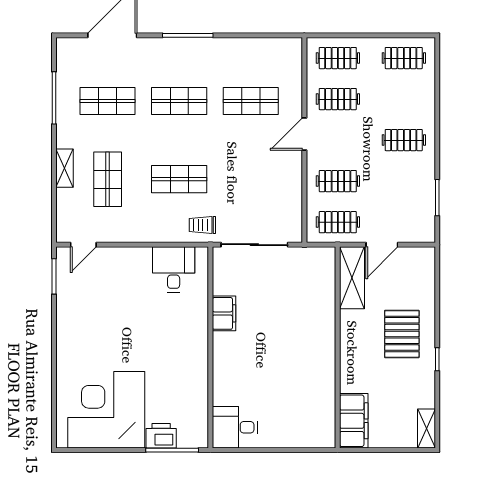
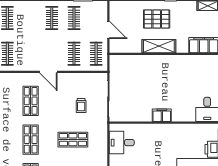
clothes rail: (338, 99) -> (74, 18), moved
shop shelf: (179, 179) -> (73, 140), turned 90
trolley: (202, 225) -> (81, 105), moved
shelving: (352, 278) -> (159, 46), moved
filing cabinet: (224, 313) -> (162, 115), moved

